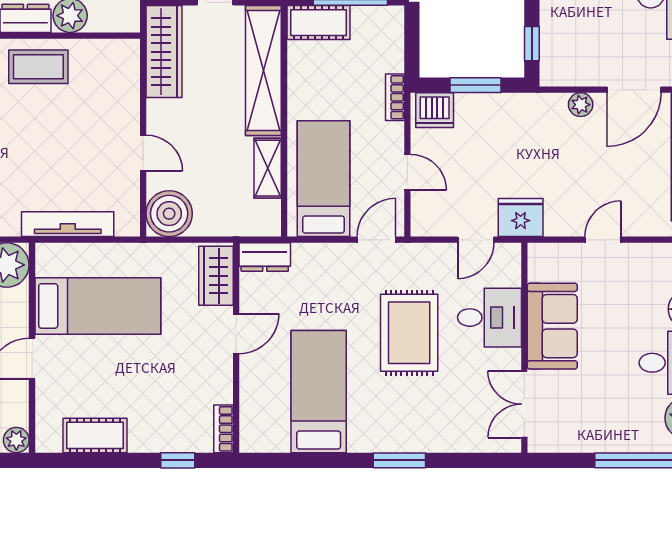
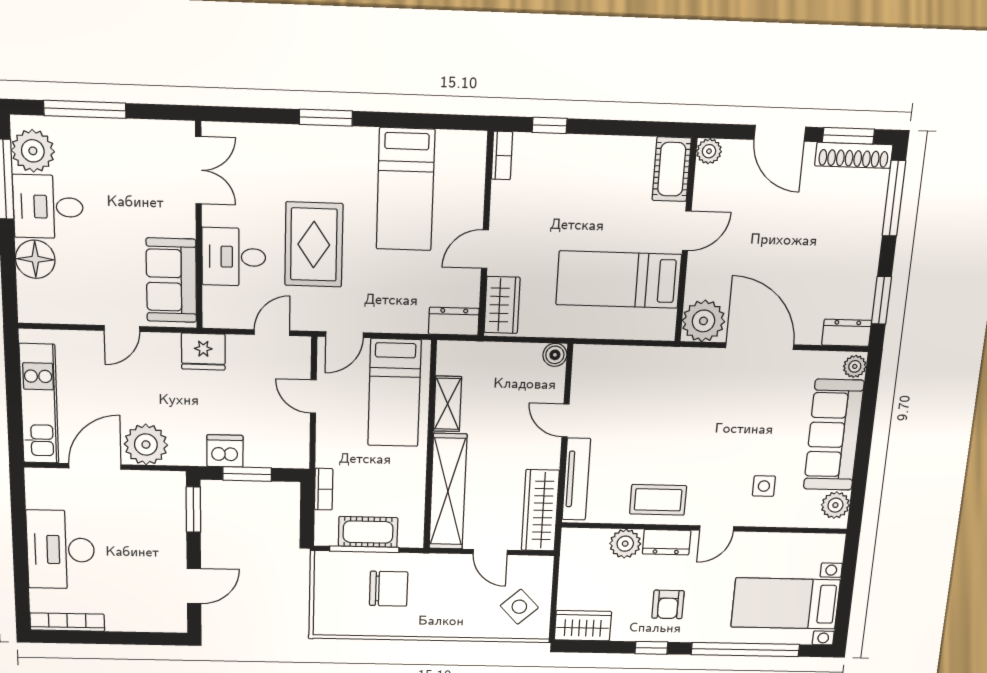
cot: (319, 23) -> (368, 532), moved
window: (532, 44) -> (193, 510), width x1.50
bookcase: (395, 97) -> (324, 489), moved
plant: (581, 105) -> (146, 445), width x1.88, depth x1.88
dishwasher: (435, 110) -> (225, 451), moved
boiler: (169, 214) -> (555, 355), width x0.54, depth x0.54
tv unit: (68, 224) -> (576, 479), moved, turned -90
door: (476, 240) -> (272, 333), moved
sofa: (552, 326) -> (171, 280), moved
cot: (95, 435) -> (672, 169), moved, turned 90

